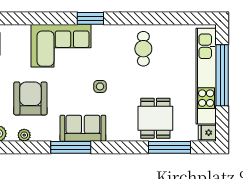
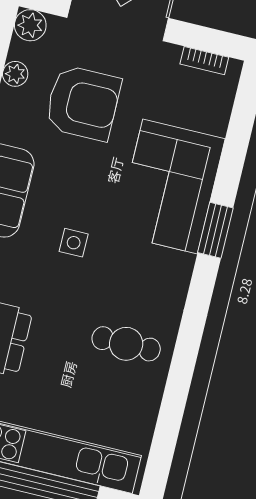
window: (90, 18) -> (215, 230), moved

